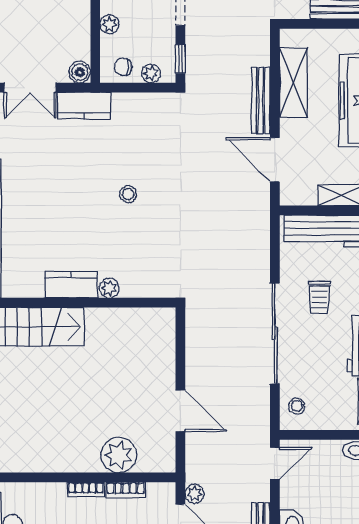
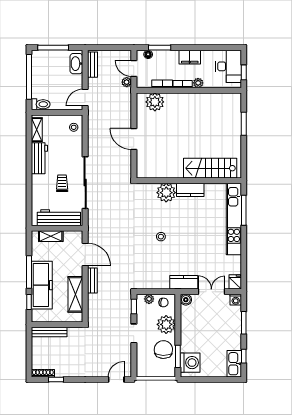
plant: (109, 24) -> (166, 324), width x1.88, depth x1.88
bench: (261, 100) -> (92, 280), width x0.73
plant: (109, 288) -> (166, 193), width x1.88, depth x1.88
sliding door: (275, 334) -> (85, 183), moved
door: (180, 411) -> (134, 139), moved
plant: (119, 455) -> (155, 102), moved
plant: (56, 492) -> (198, 83), added

